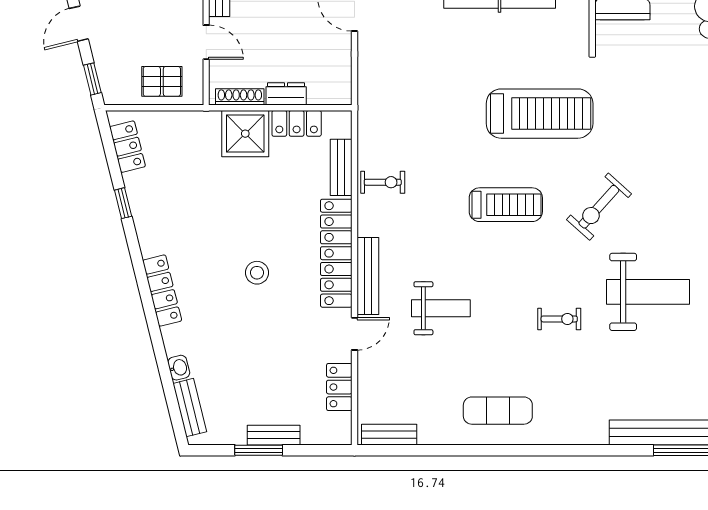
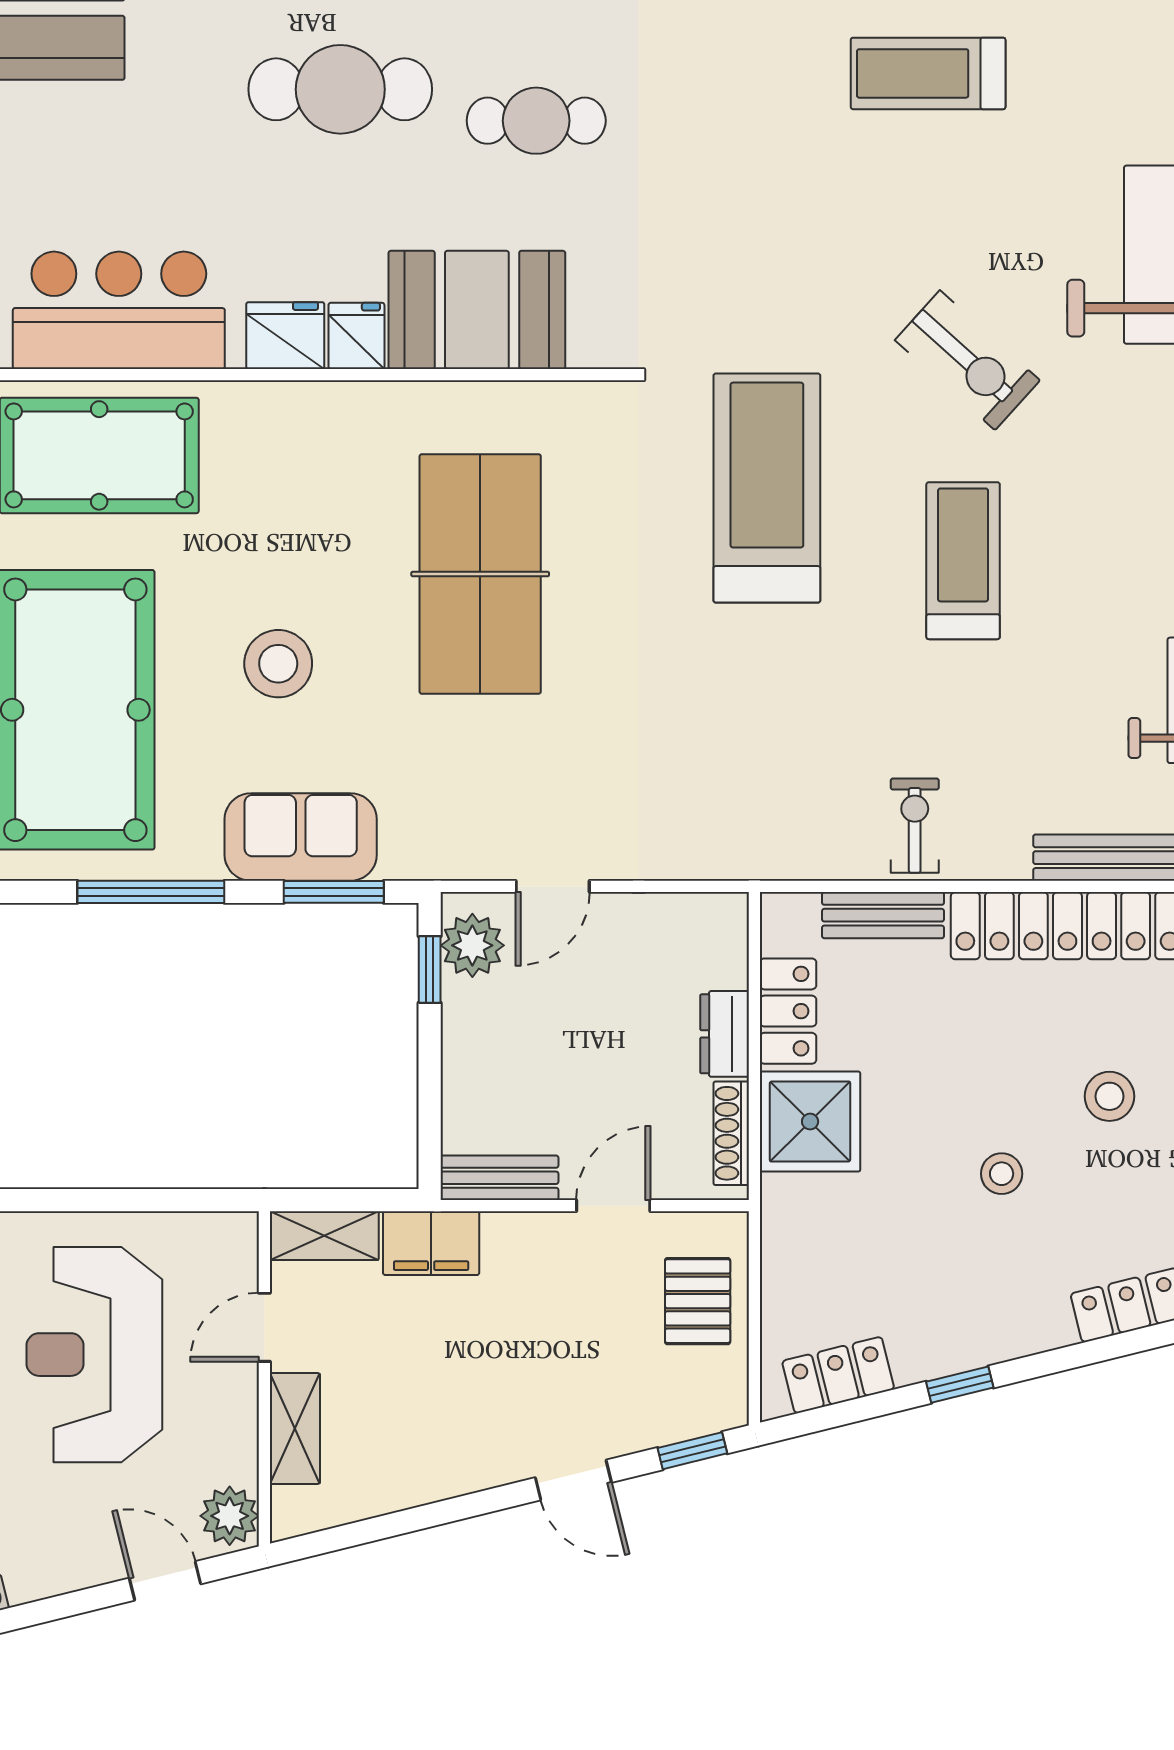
stool: (221, 223) -> (1002, 1174), added

